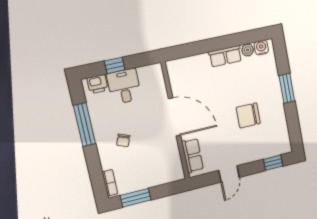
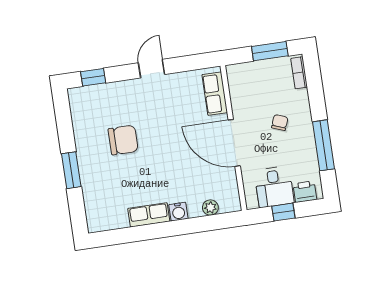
water cooler: (261, 48) -> (178, 212), moved
plant: (248, 50) -> (210, 208), moved
door: (175, 117) -> (234, 143), moved
wall: (175, 121) -> (233, 138), moved
row of seats: (193, 156) -> (215, 94), moved

